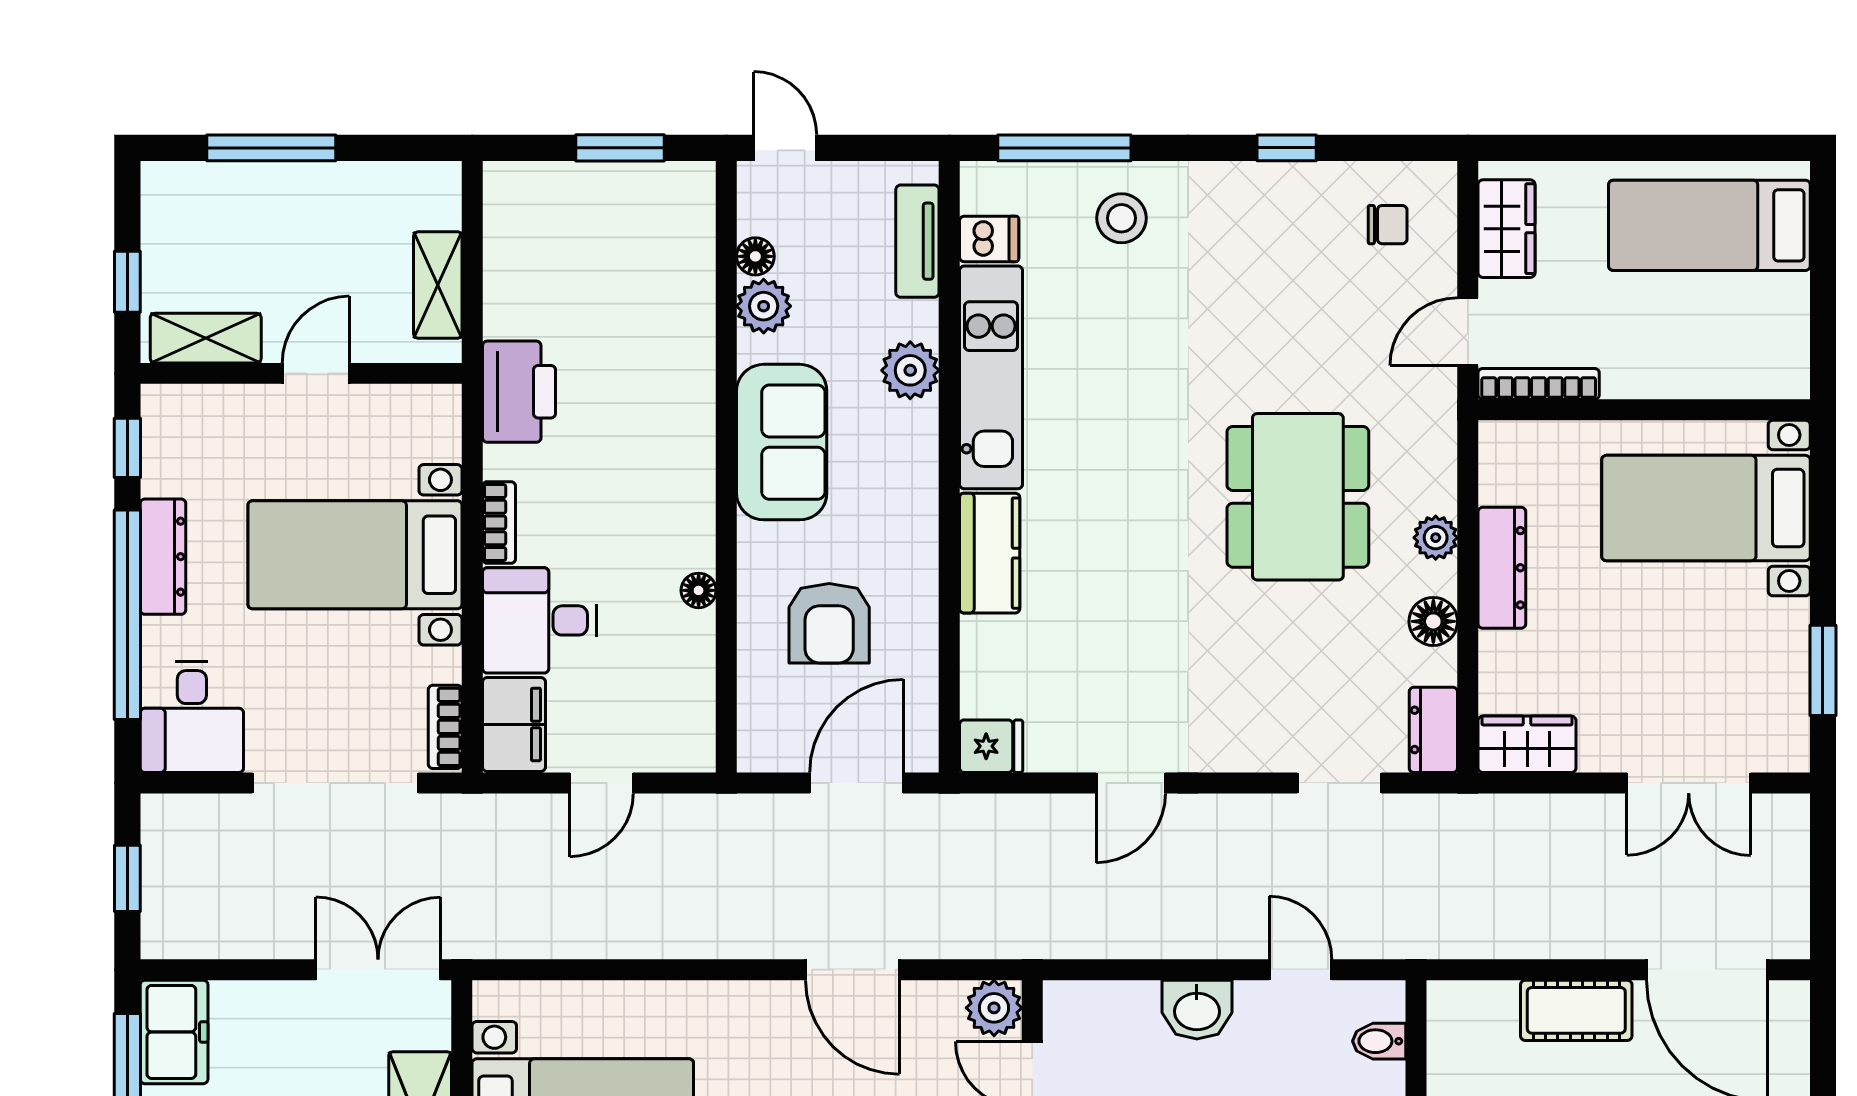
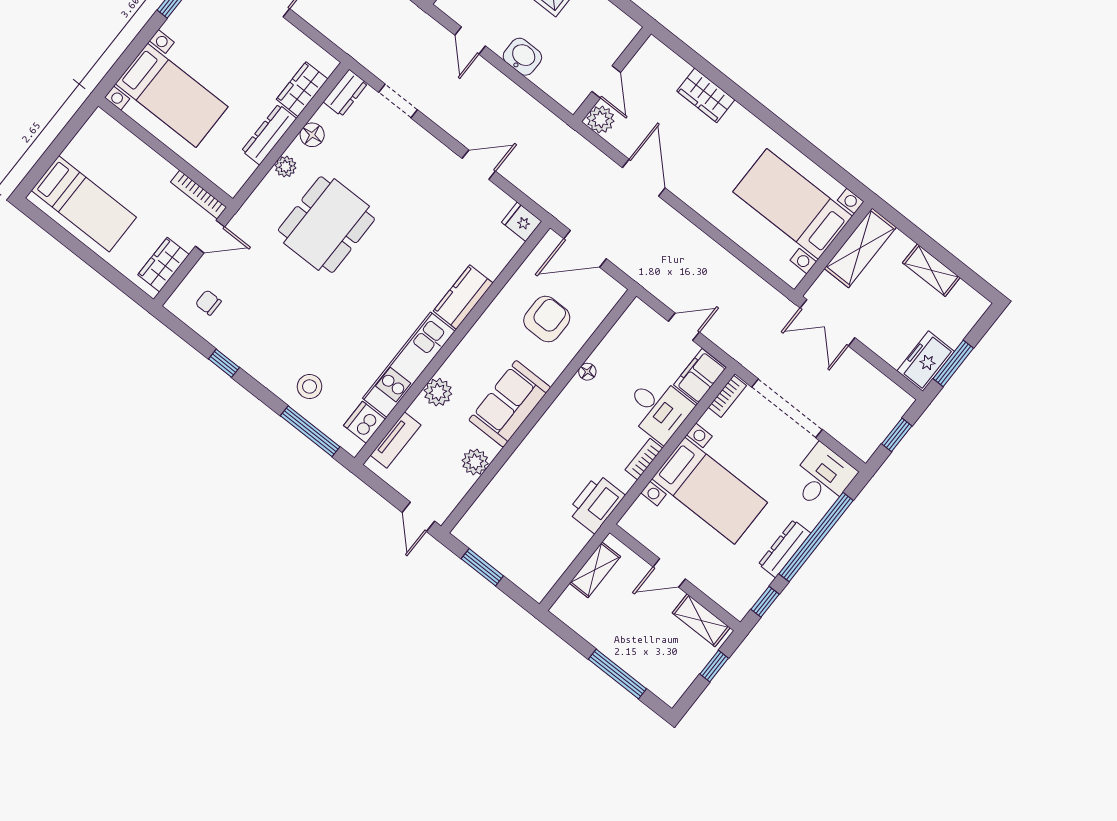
dishwasher: (989, 239) -> (365, 422), width x1.38
floor lamp: (755, 256) -> (463, 484), removed
wardrobe: (1527, 744) -> (302, 89), moved, turned 90

